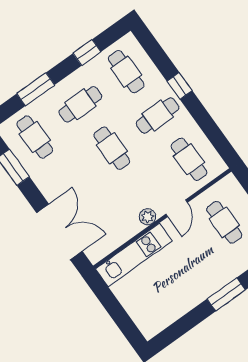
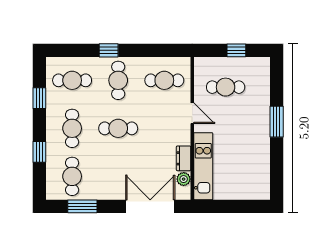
window: (36, 89) -> (39, 152), width x0.67
cafe table: (35, 137) -> (72, 176), turned 90
plant: (148, 217) -> (184, 179), moved
dresser: (128, 231) -> (183, 158), added

